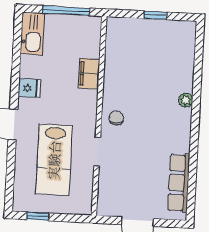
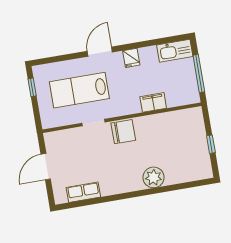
plant: (186, 100) -> (154, 177), width x1.87, depth x1.87
chair: (116, 118) -> (123, 132), width x1.87, depth x1.87
row of seats: (179, 183) -> (83, 192), width x0.68

